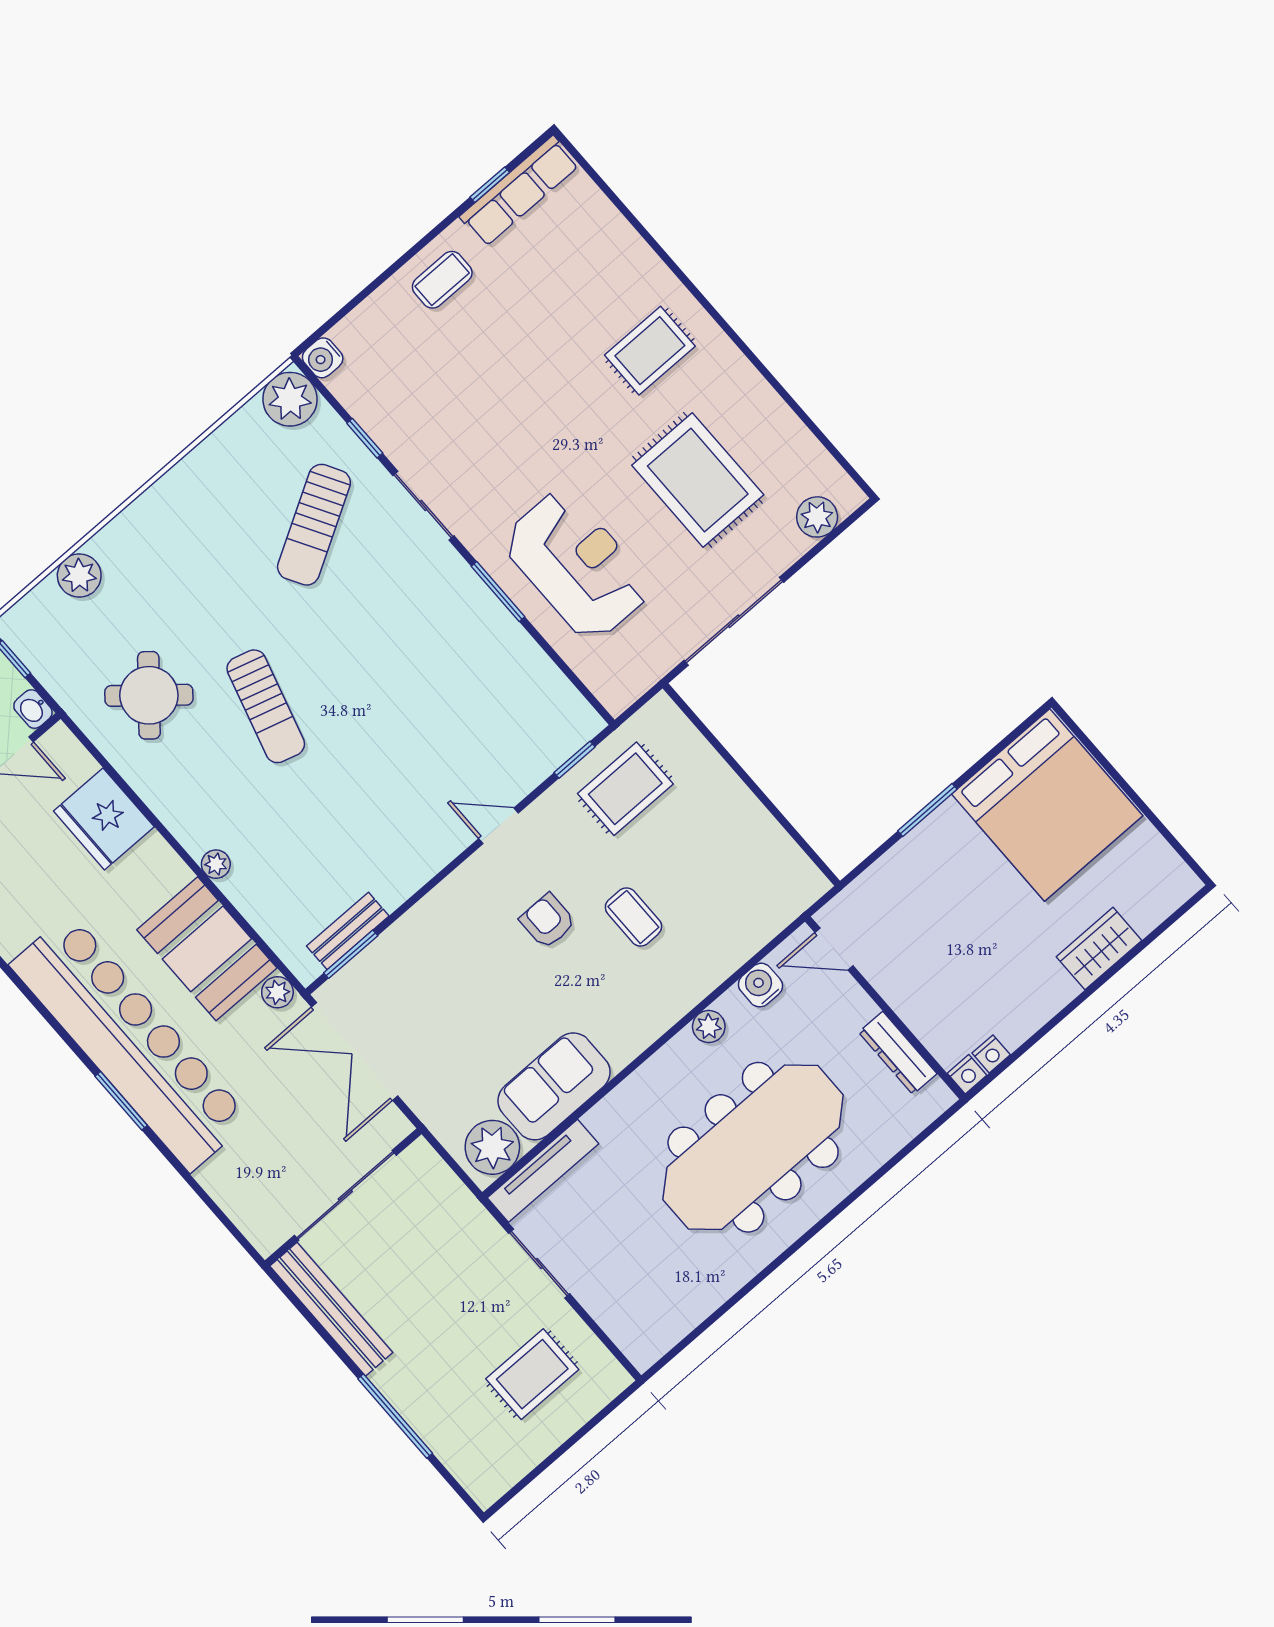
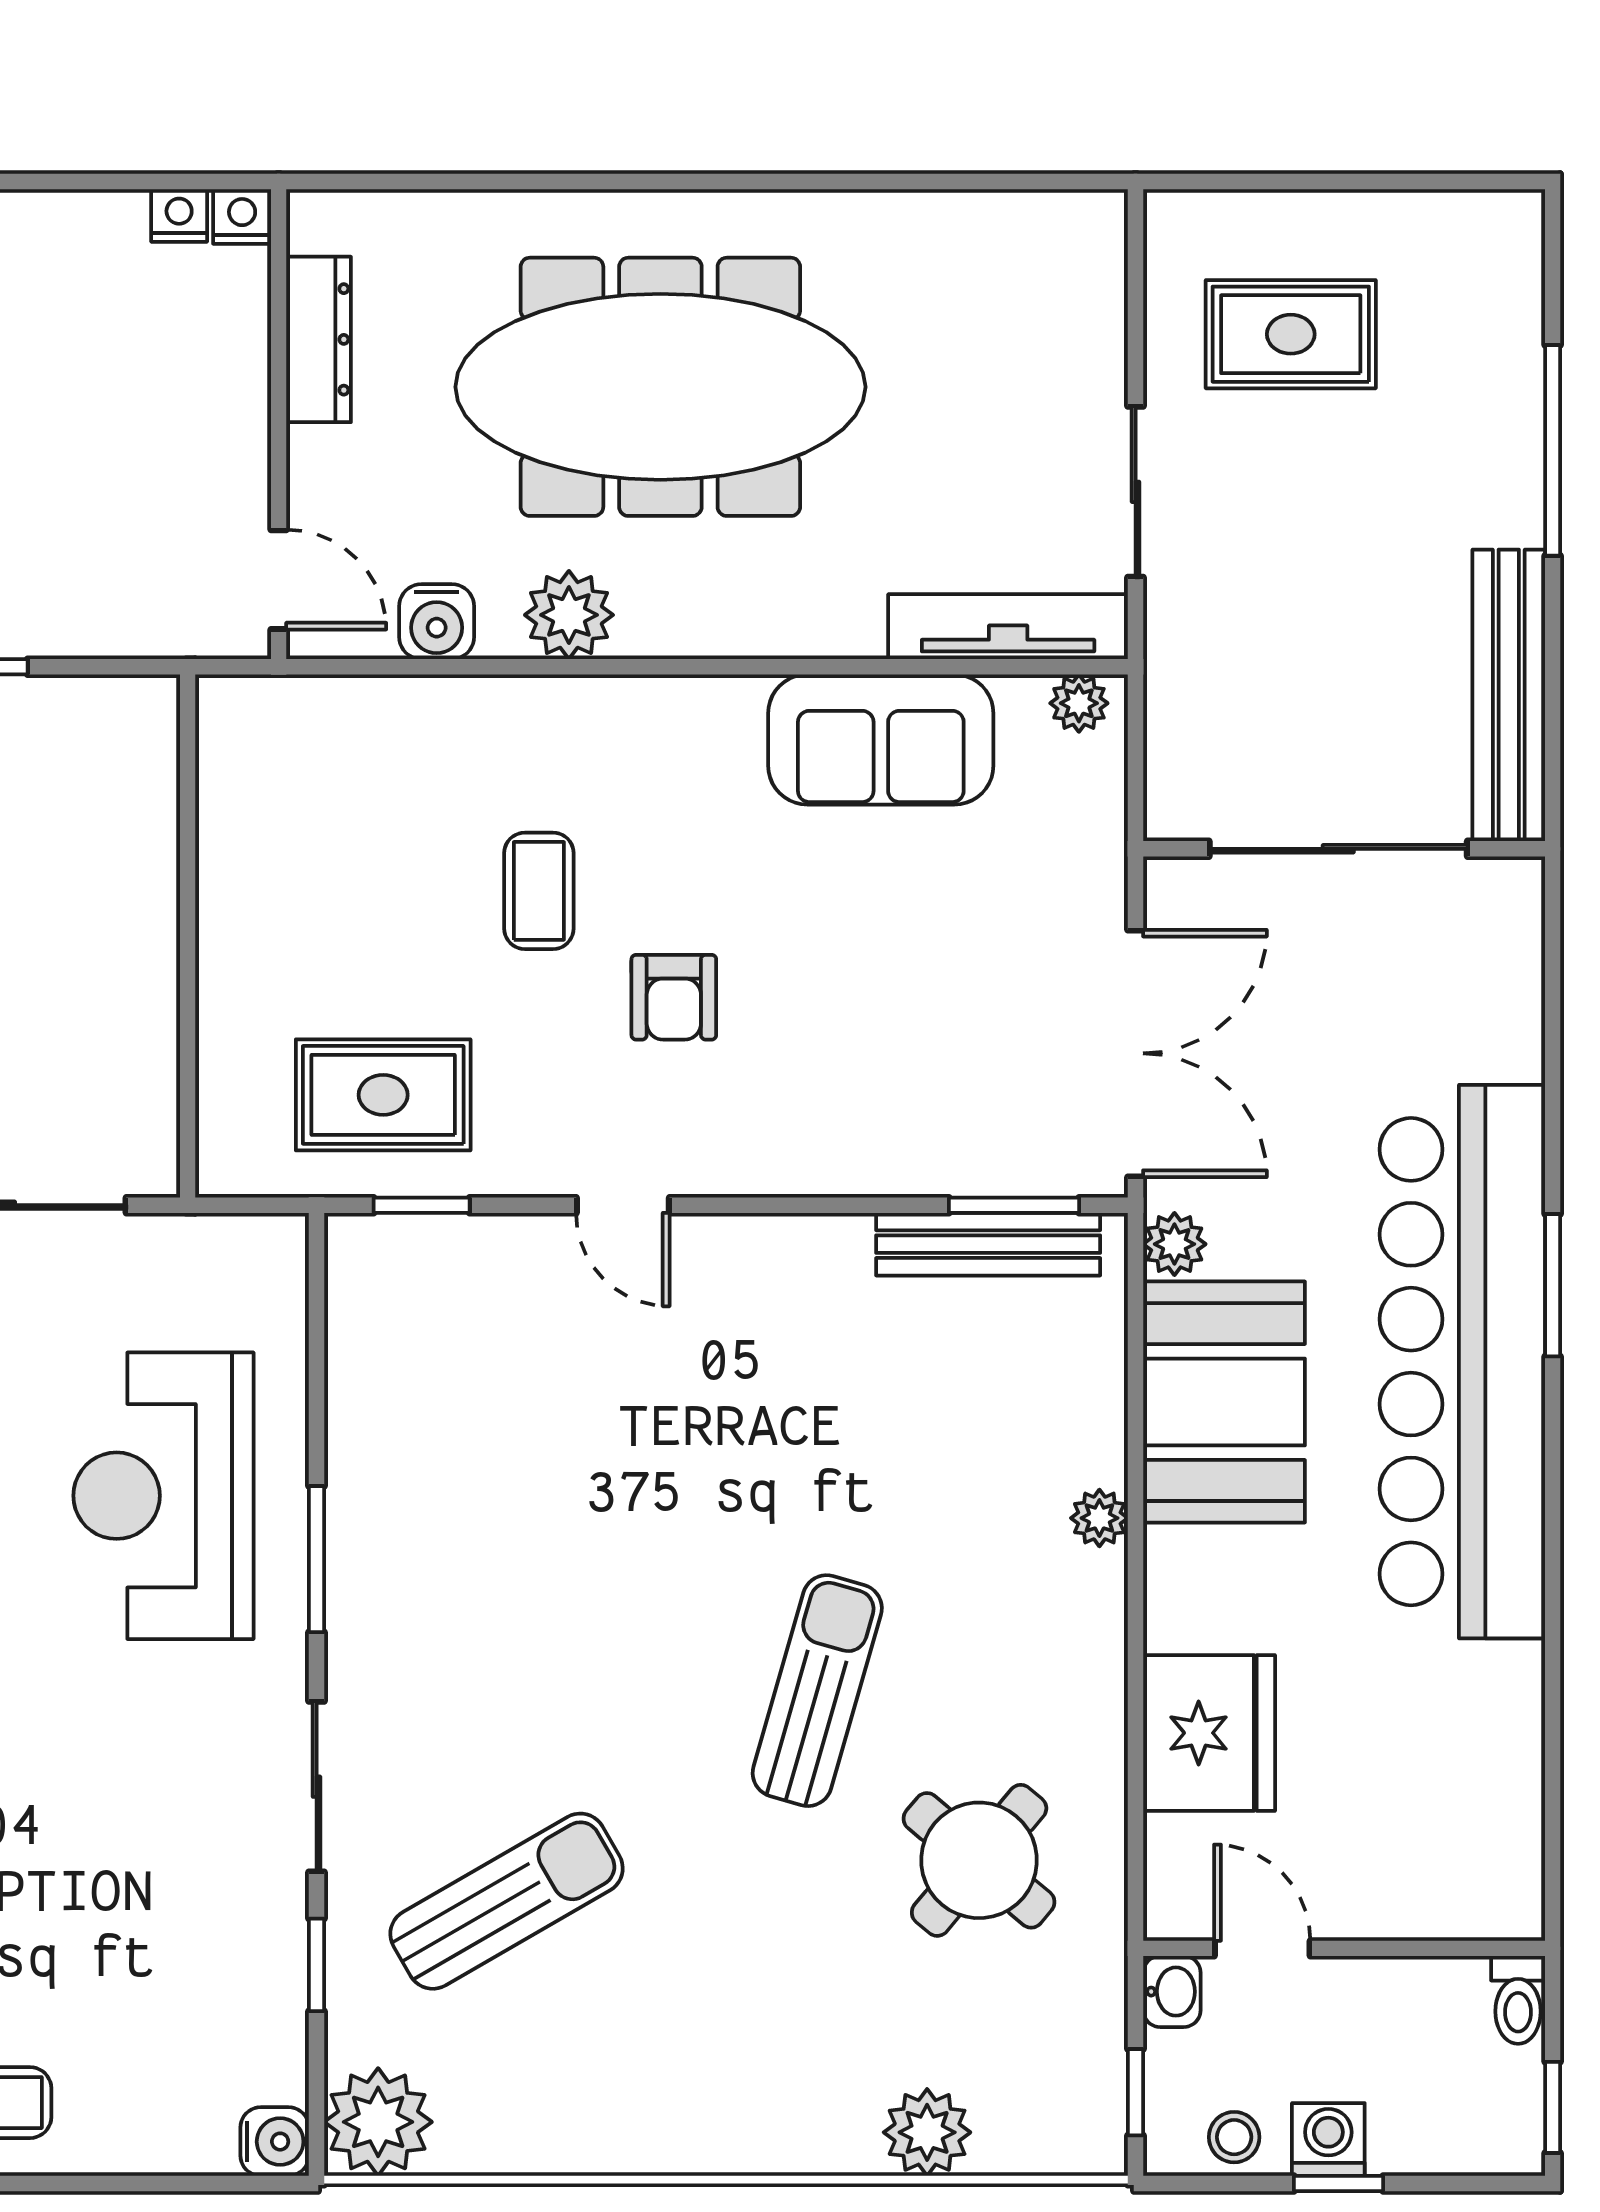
bench: (348, 931) -> (988, 1244), width x1.36
plant: (709, 1026) -> (569, 615), width x1.38, depth x1.38
plant: (492, 1147) -> (1079, 703), width x0.53, depth x0.53

